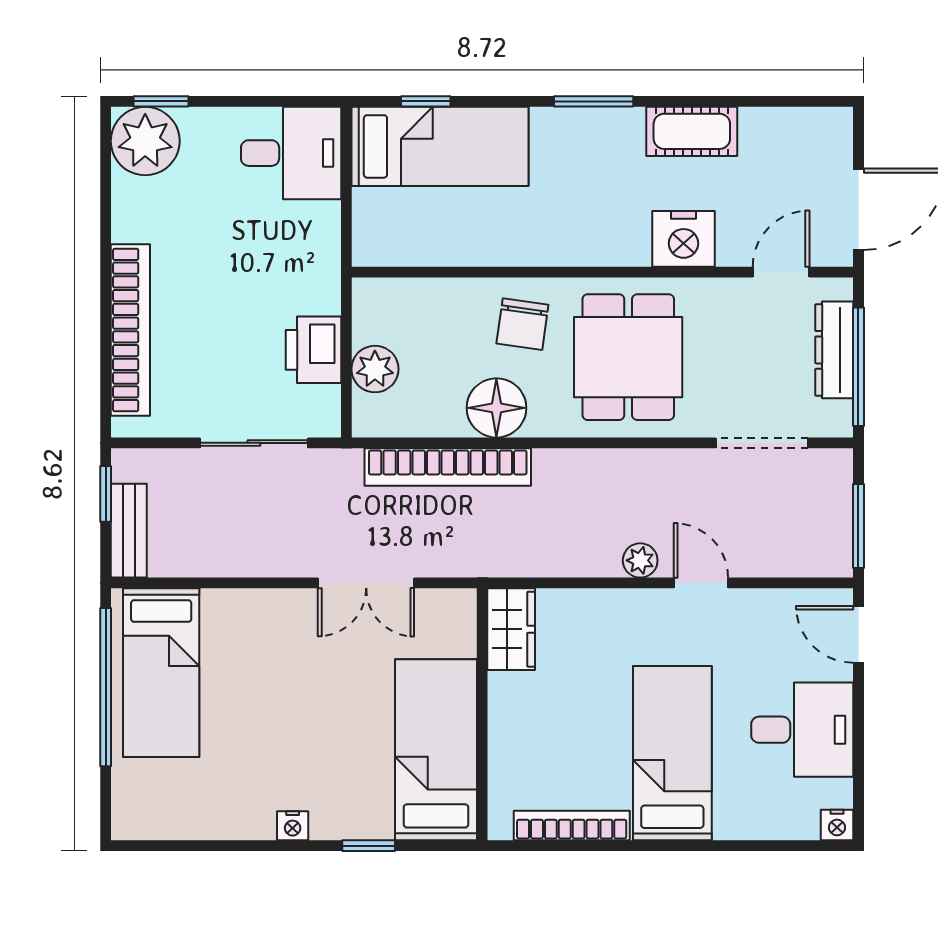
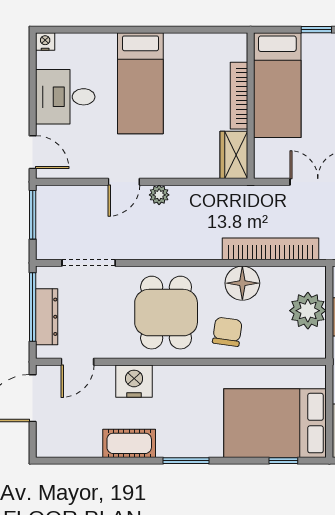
bed: (440, 146) -> (275, 423), width x1.50
plant: (375, 369) -> (308, 311), width x1.36, depth x1.36
door: (701, 583) -> (124, 182), hinge flipped
bookcase: (572, 826) -> (239, 96), moved, turned 90

